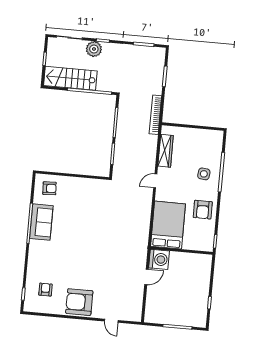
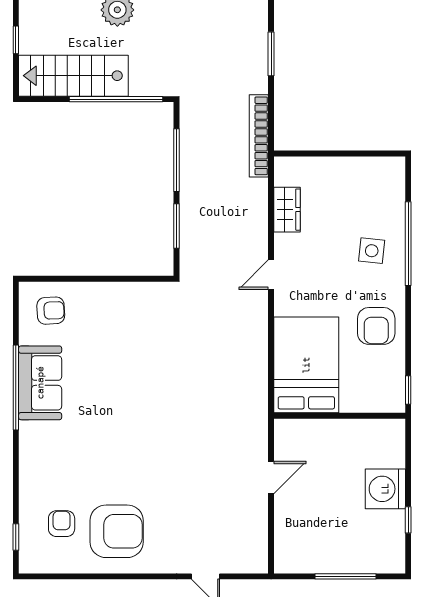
wardrobe: (166, 151) -> (287, 210), width x0.67
washing machine: (159, 259) -> (385, 489), moved, turned 180
armchair: (79, 302) -> (117, 531), moved, turned 180

